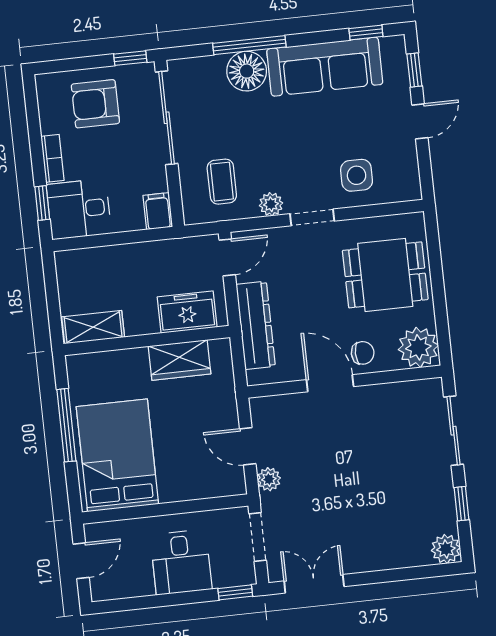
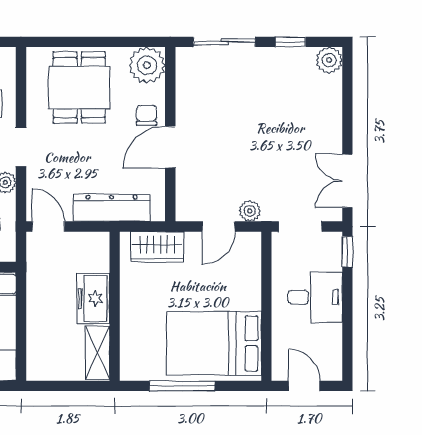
freezer: (187, 312) -> (93, 298), moved
wardrobe: (180, 360) -> (157, 247), moved, turned 90

